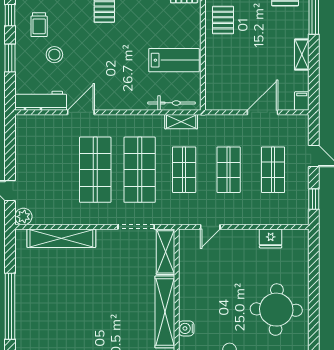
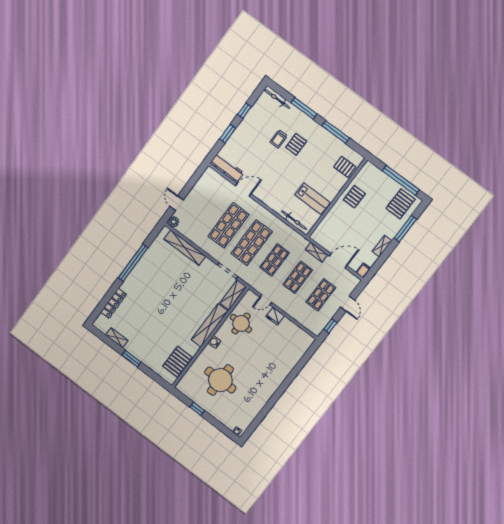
trolley: (39, 25) -> (279, 139), moved
stool: (54, 55) -> (252, 149), removed
shelving: (181, 122) -> (316, 252), moved
fridge: (271, 238) -> (275, 316), moved
round table: (276, 310) -> (241, 323), moved, width x0.73, depth x0.73

